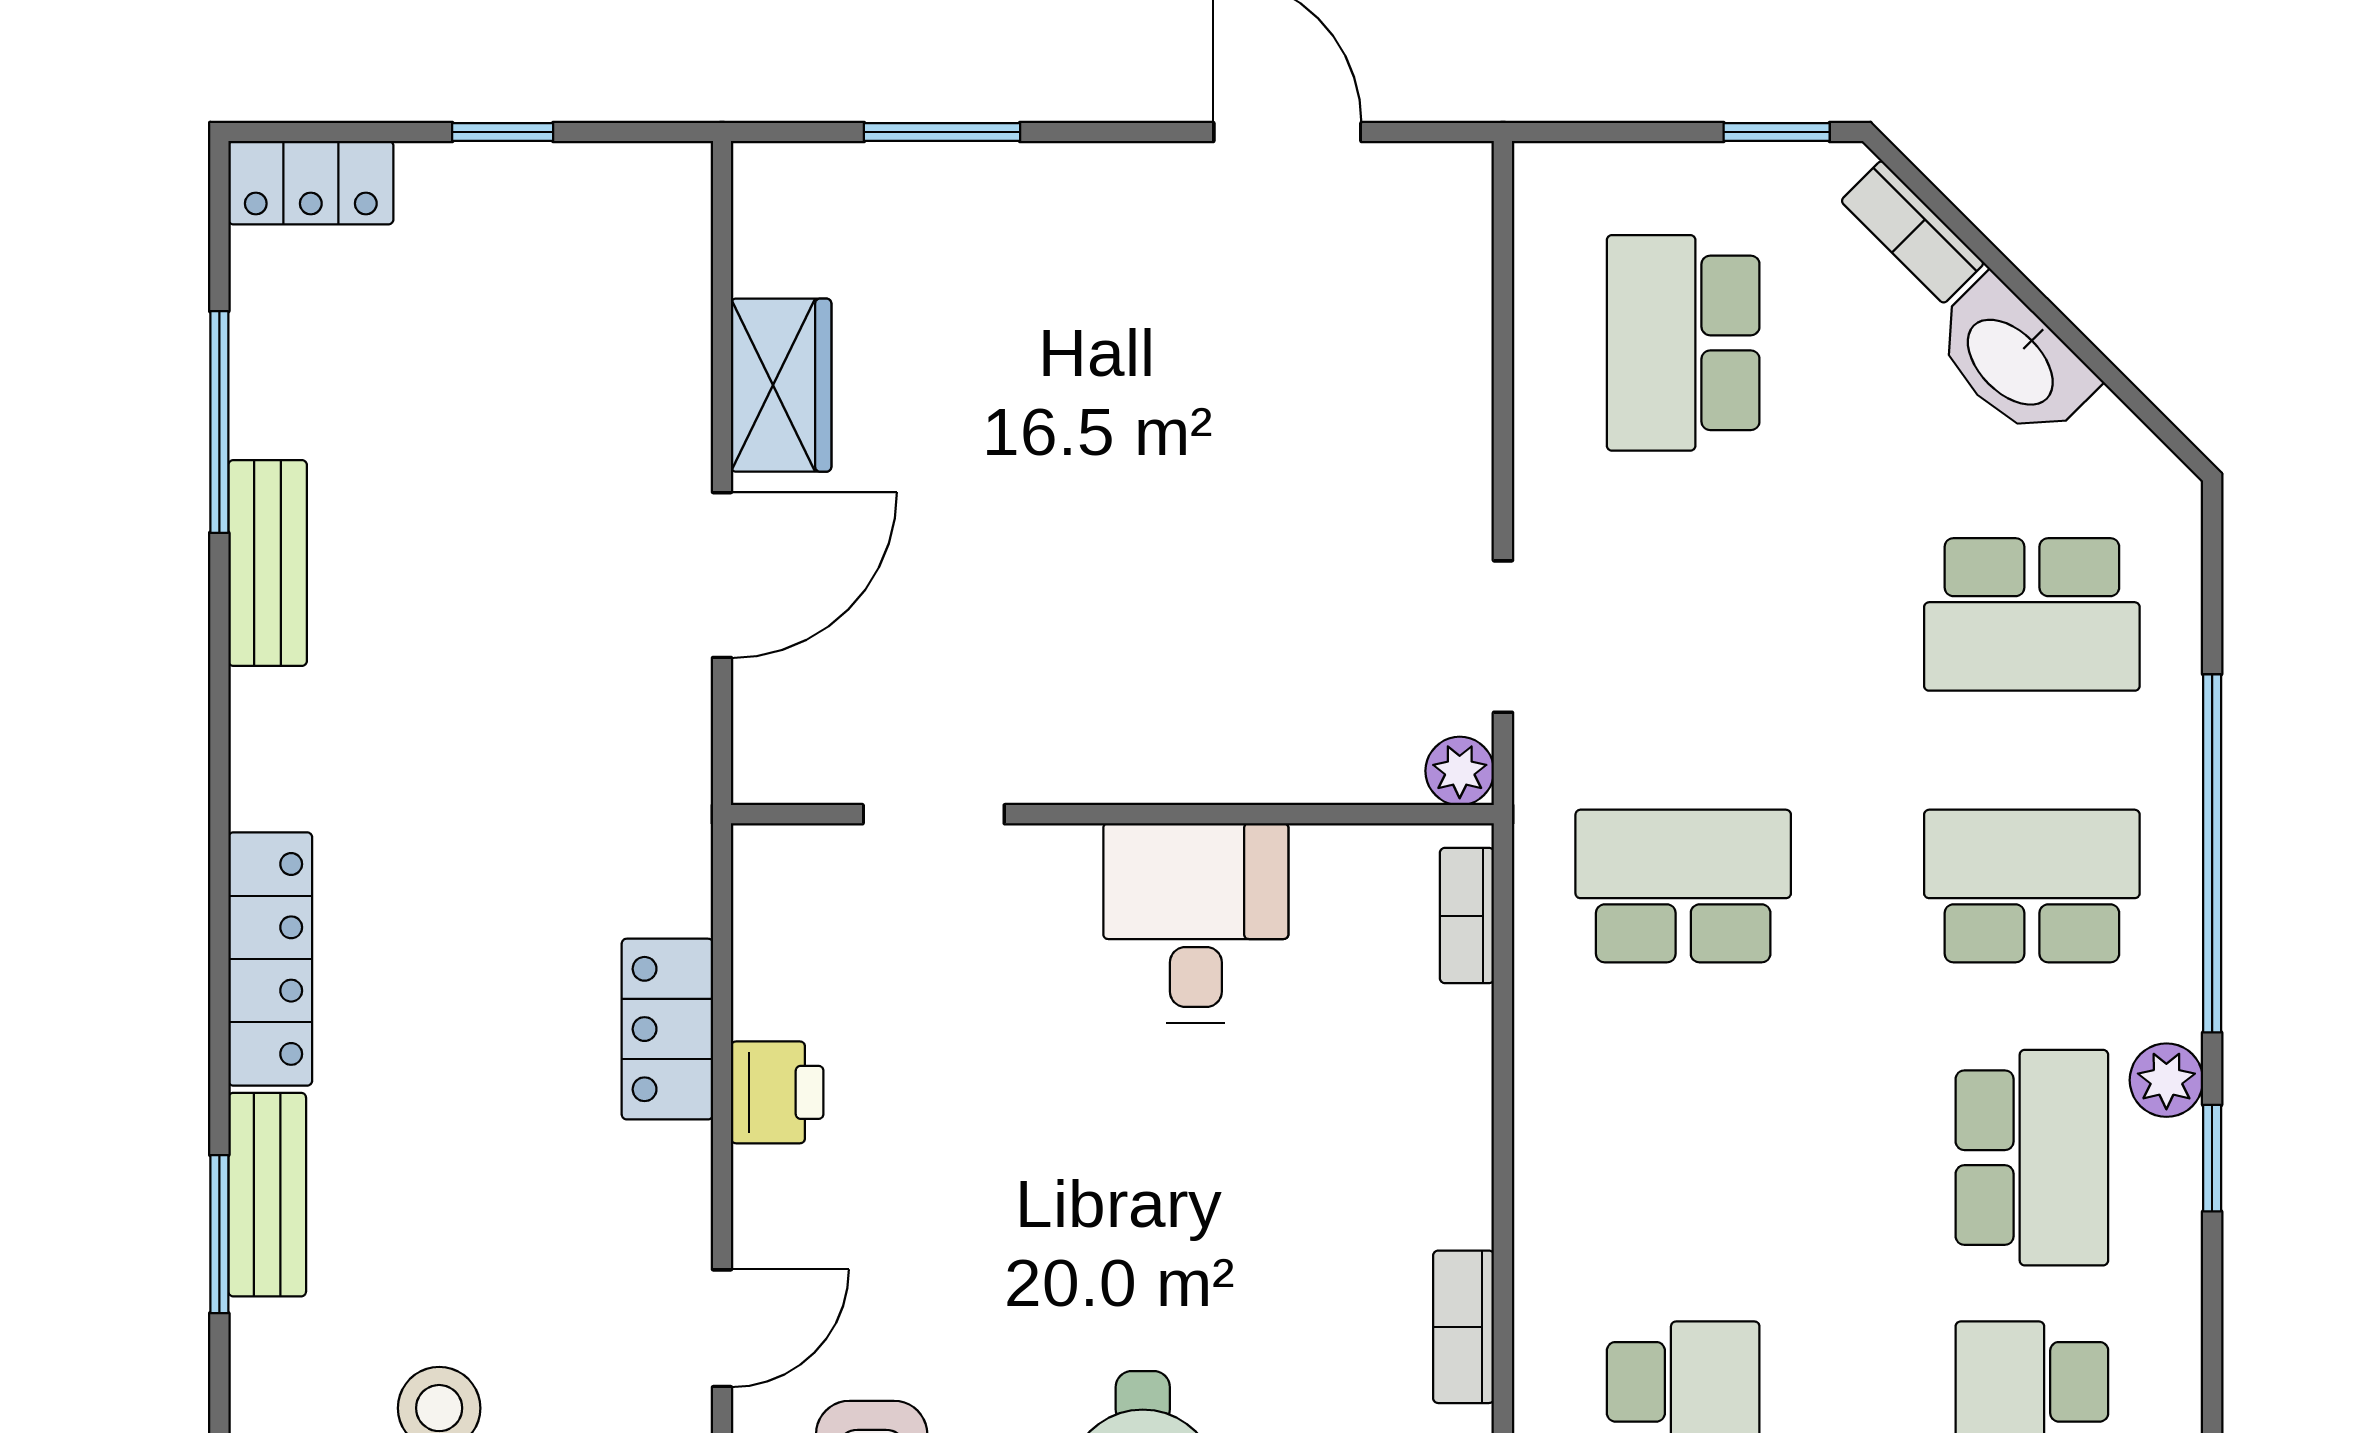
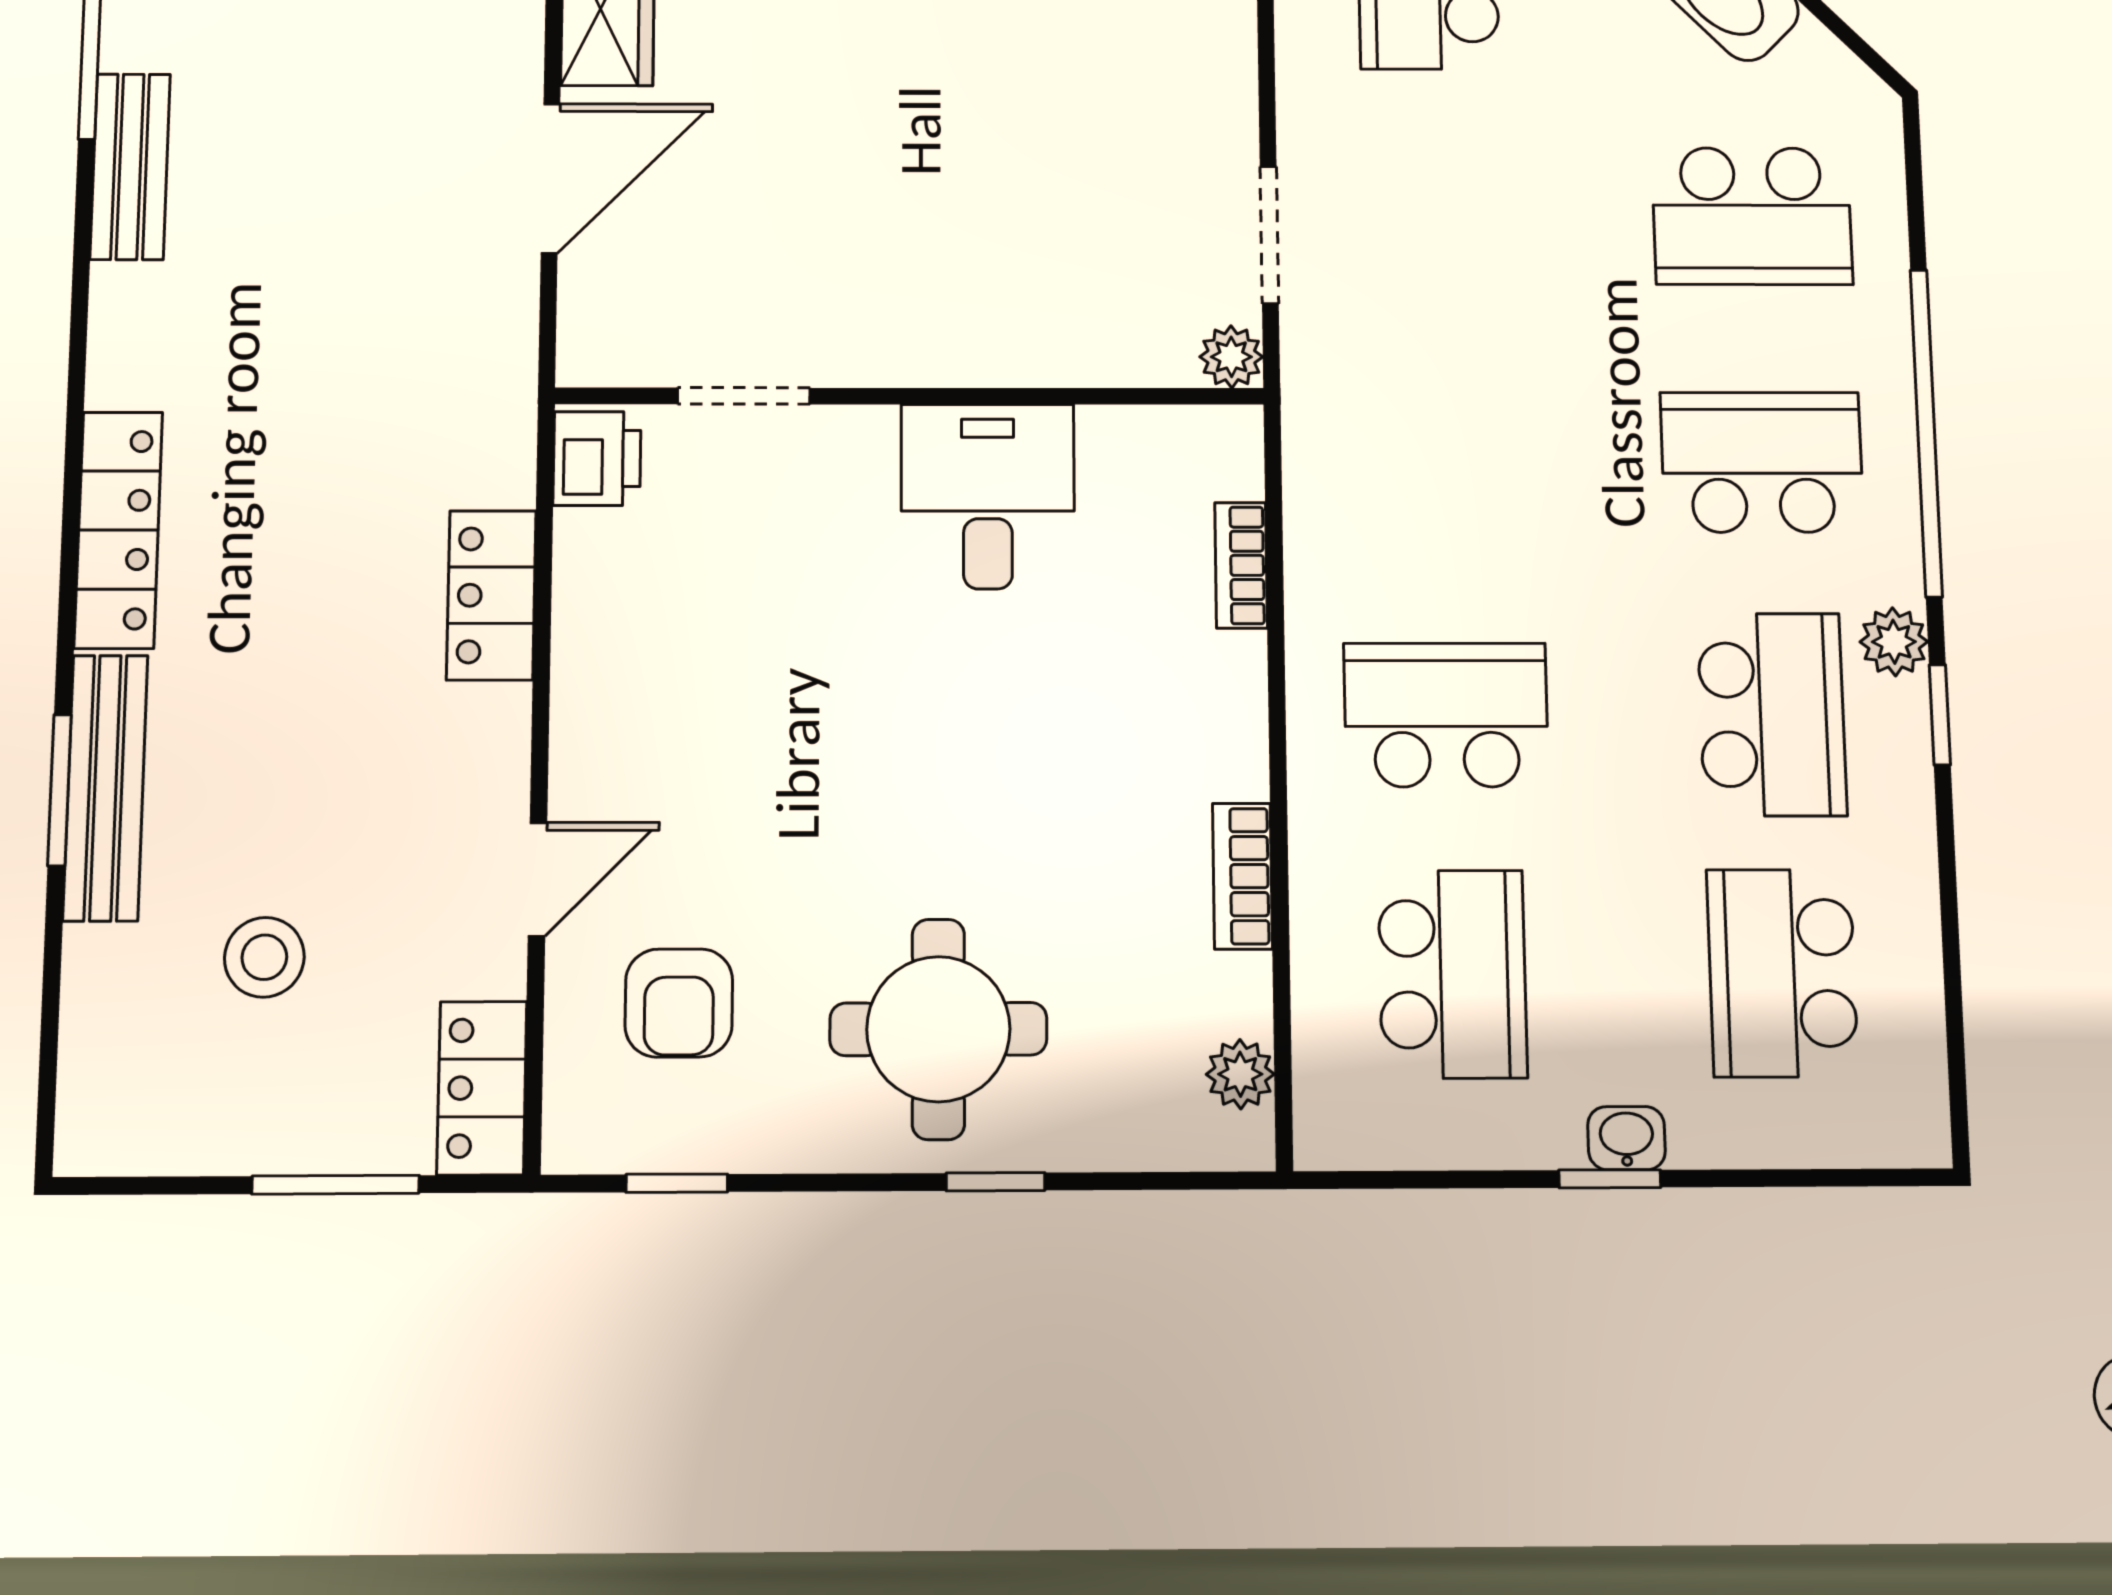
school desk: (1683, 886) -> (1446, 715), moved
bookcase: (1467, 916) -> (1241, 565), moved
printer: (777, 1092) -> (597, 458), moved
bench: (267, 1195) -> (105, 788), width x1.36

